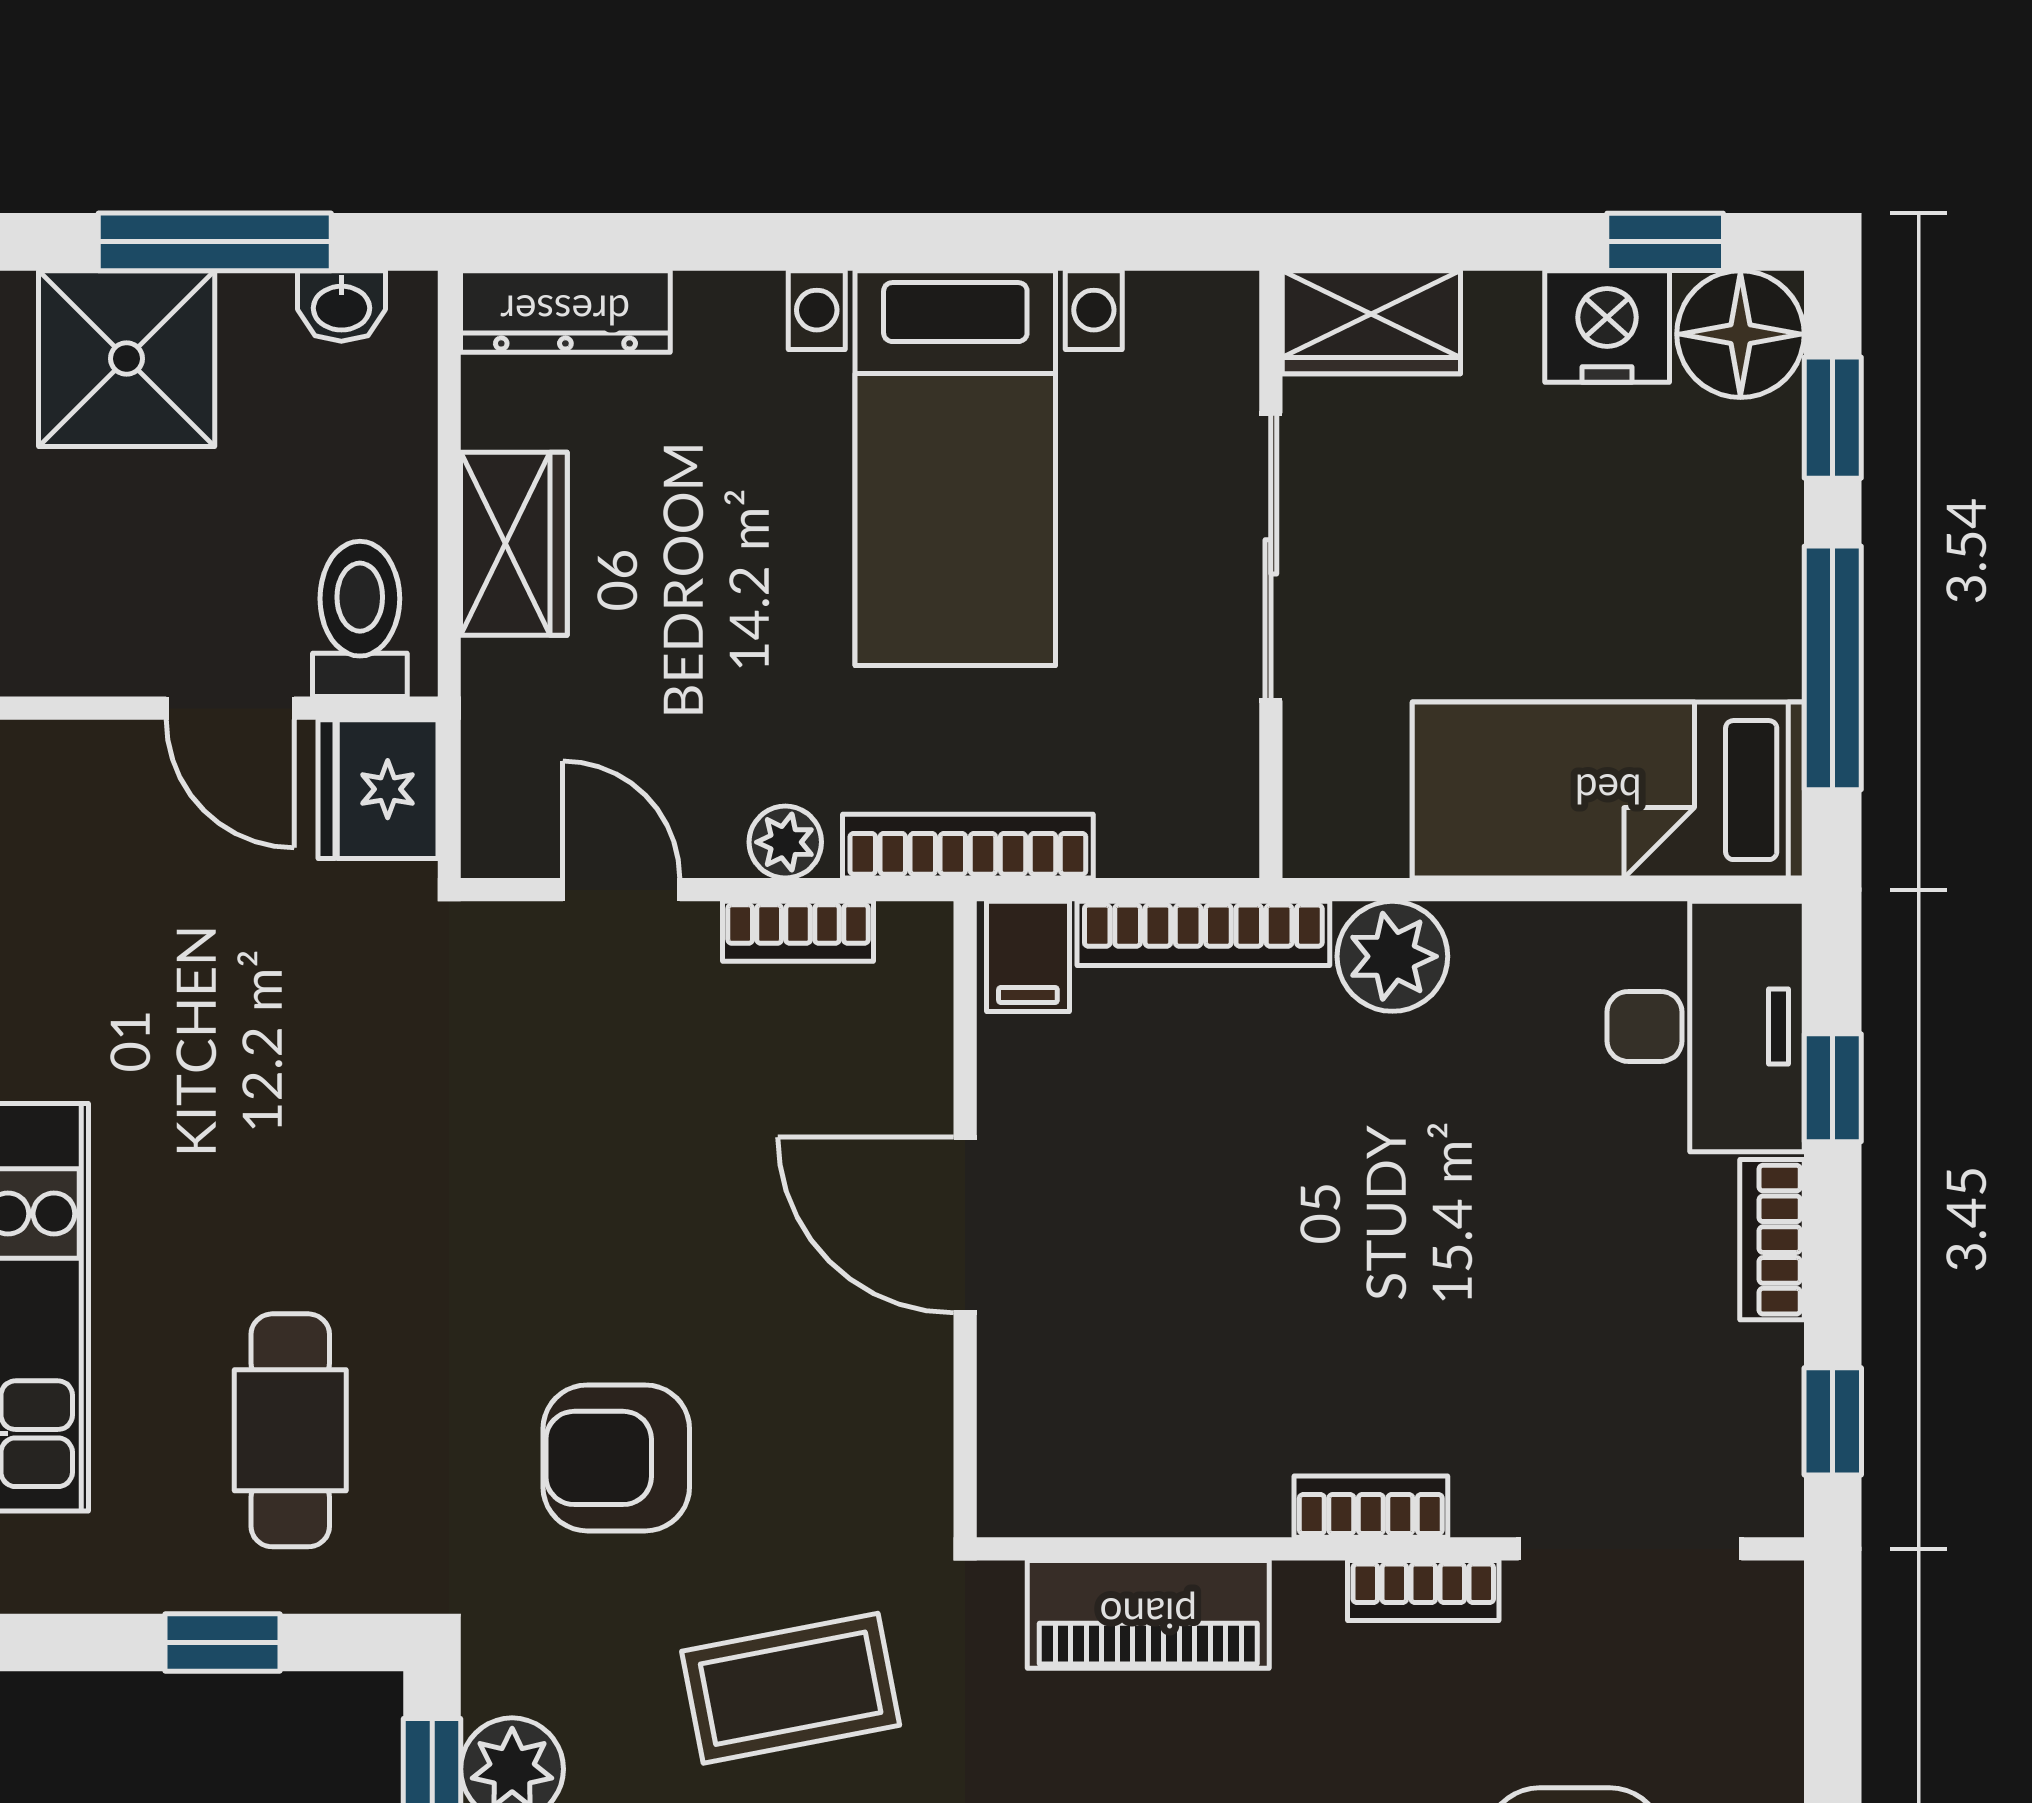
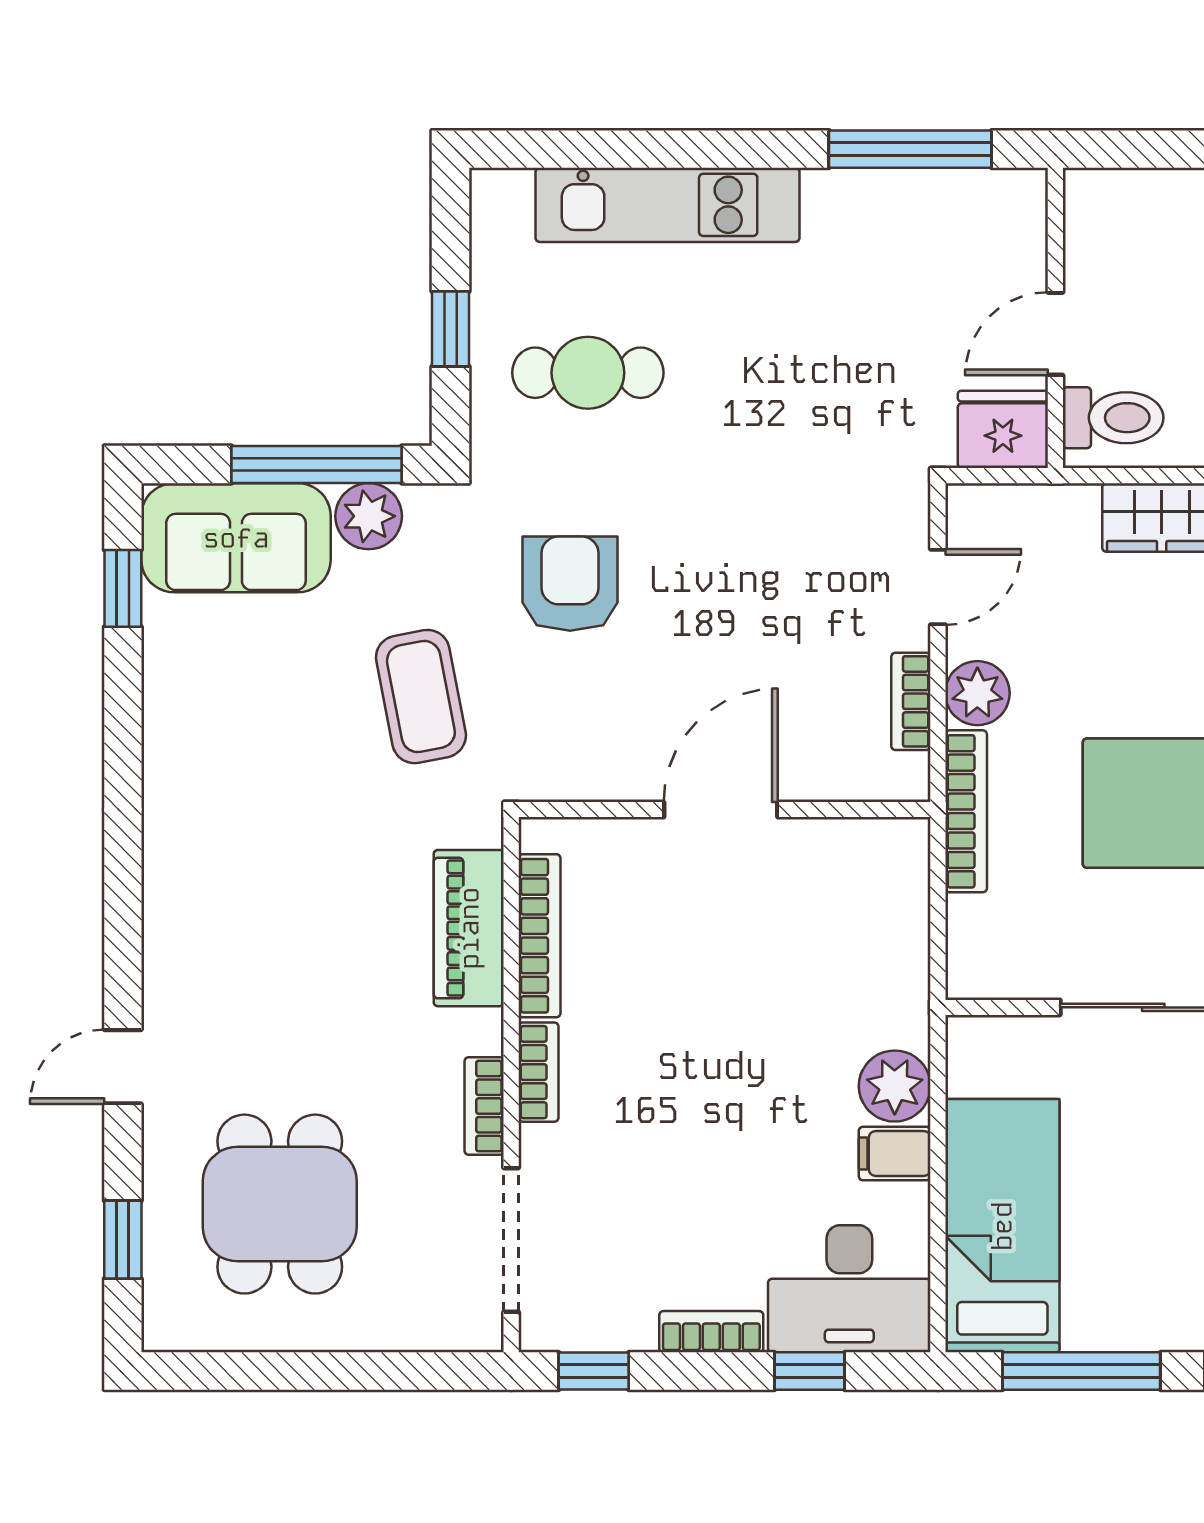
plant: (785, 842) -> (977, 693), width x1.38, depth x1.38
bookcase: (1203, 933) -> (539, 936), moved, turned 180
filing cabinet: (1028, 956) -> (895, 1154), moved

